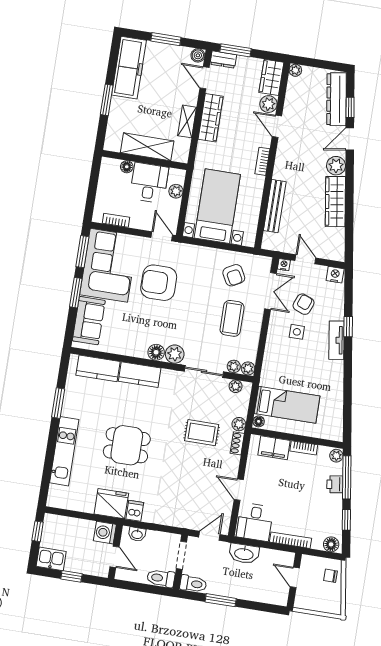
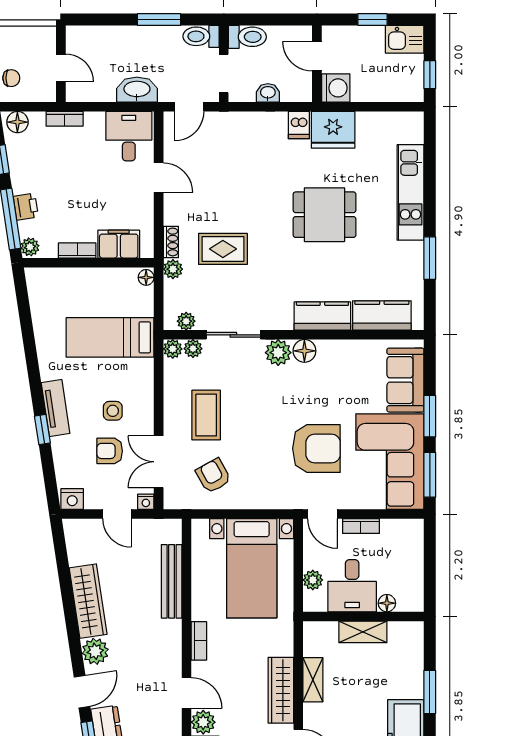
shelving: (147, 147) -> (363, 632), width x0.67, depth x0.75
bookcase: (116, 220) -> (361, 526), moved
armchair: (304, 304) -> (110, 451), turned 69
bed: (287, 405) -> (110, 337), moved
washbasin: (137, 534) -> (268, 93), moved
bookcase: (291, 540) -> (65, 119), width x0.64

